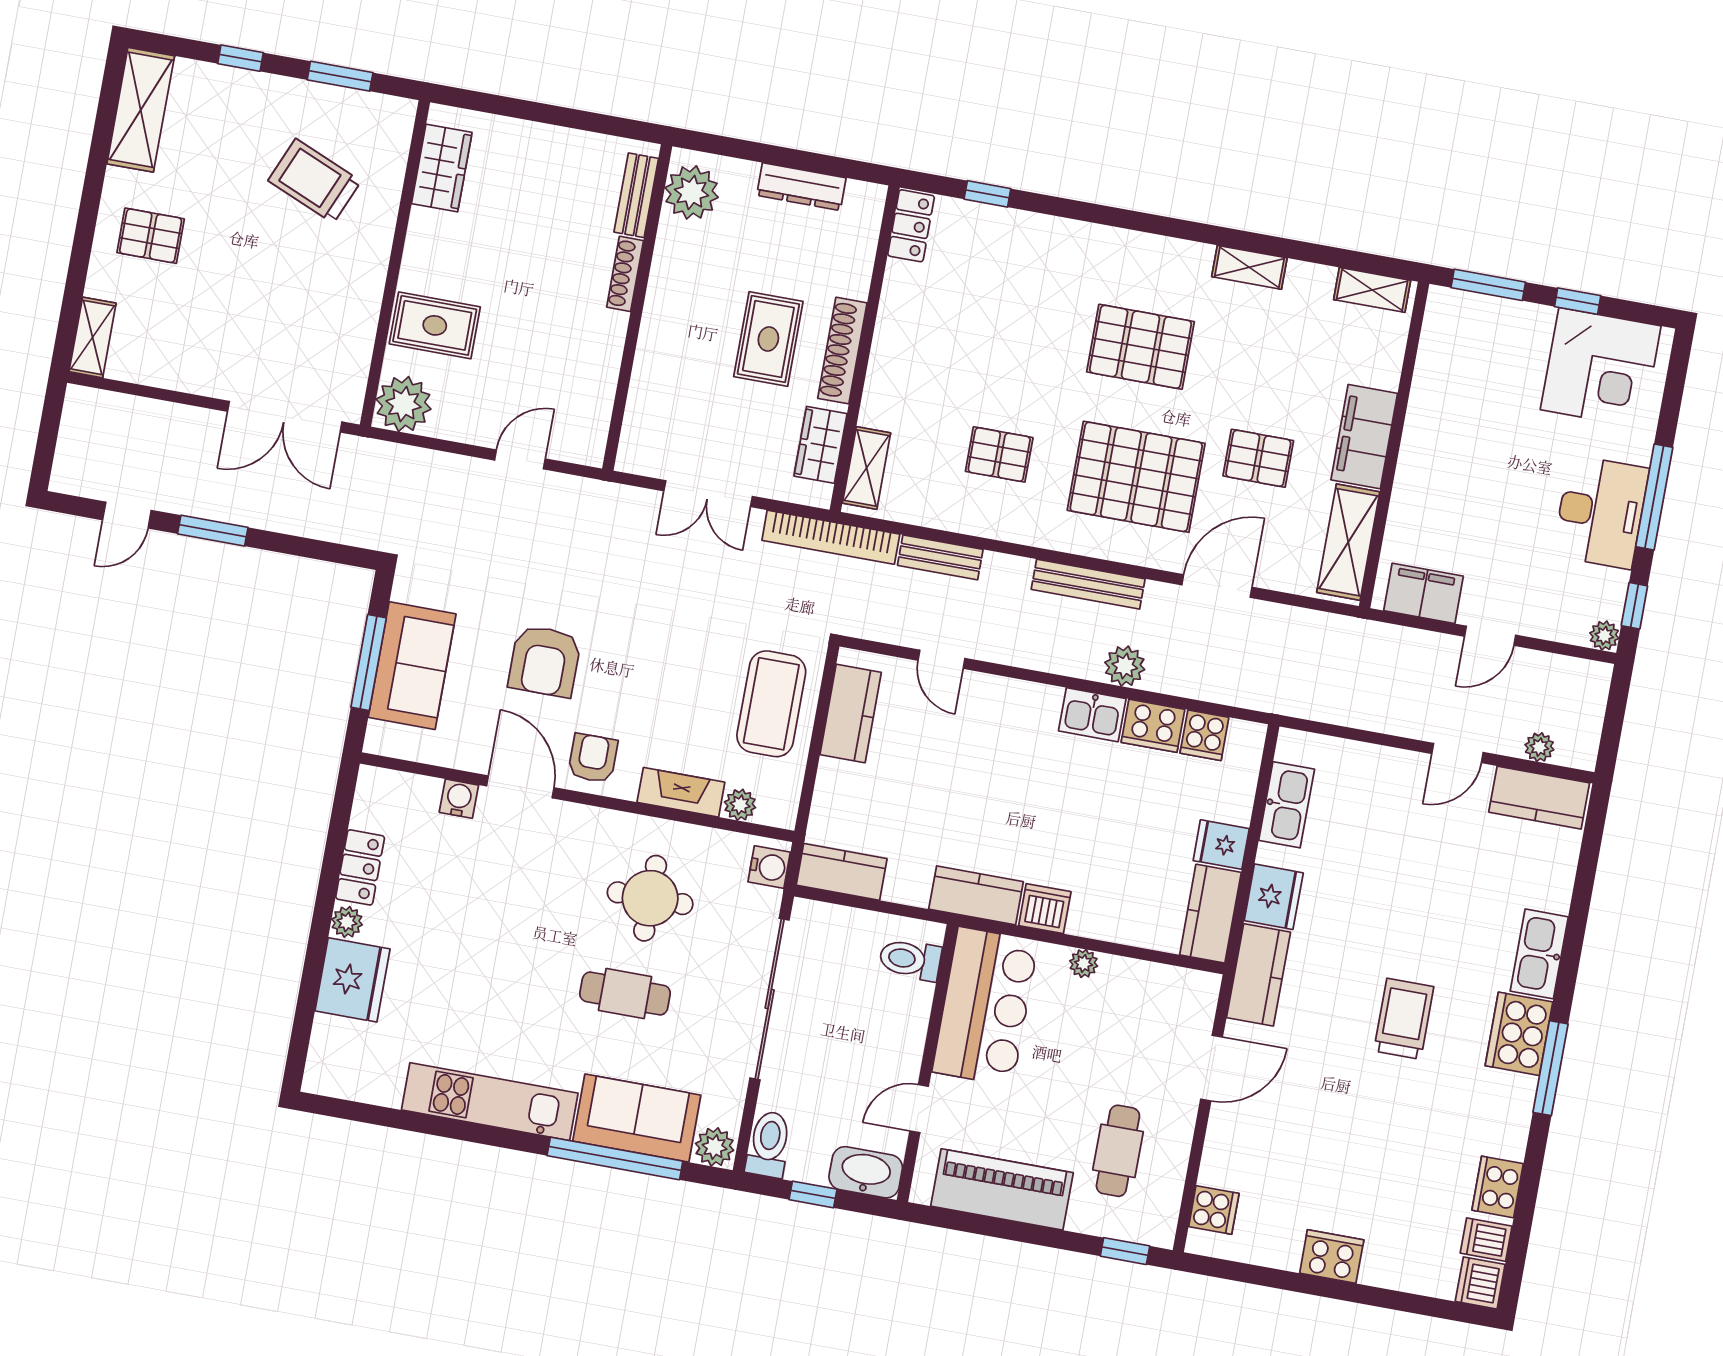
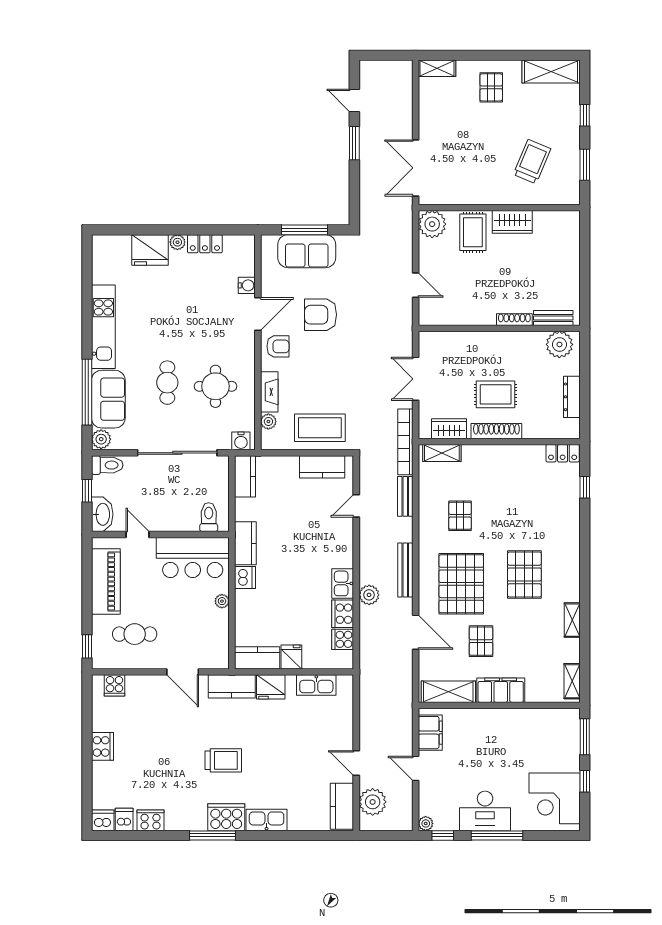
wardrobe: (442, 168) -> (512, 222), moved
plant: (1539, 747) -> (373, 802), width x1.88, depth x1.88

